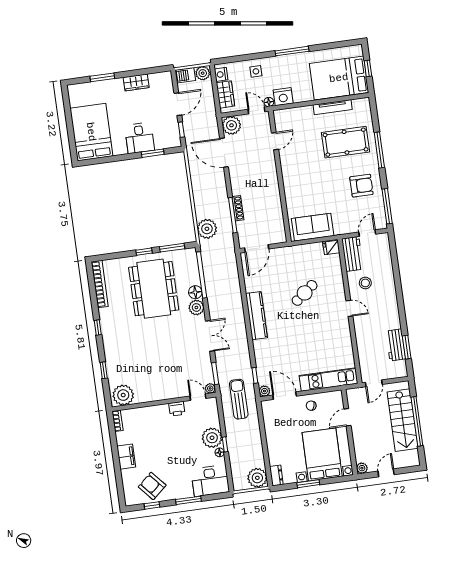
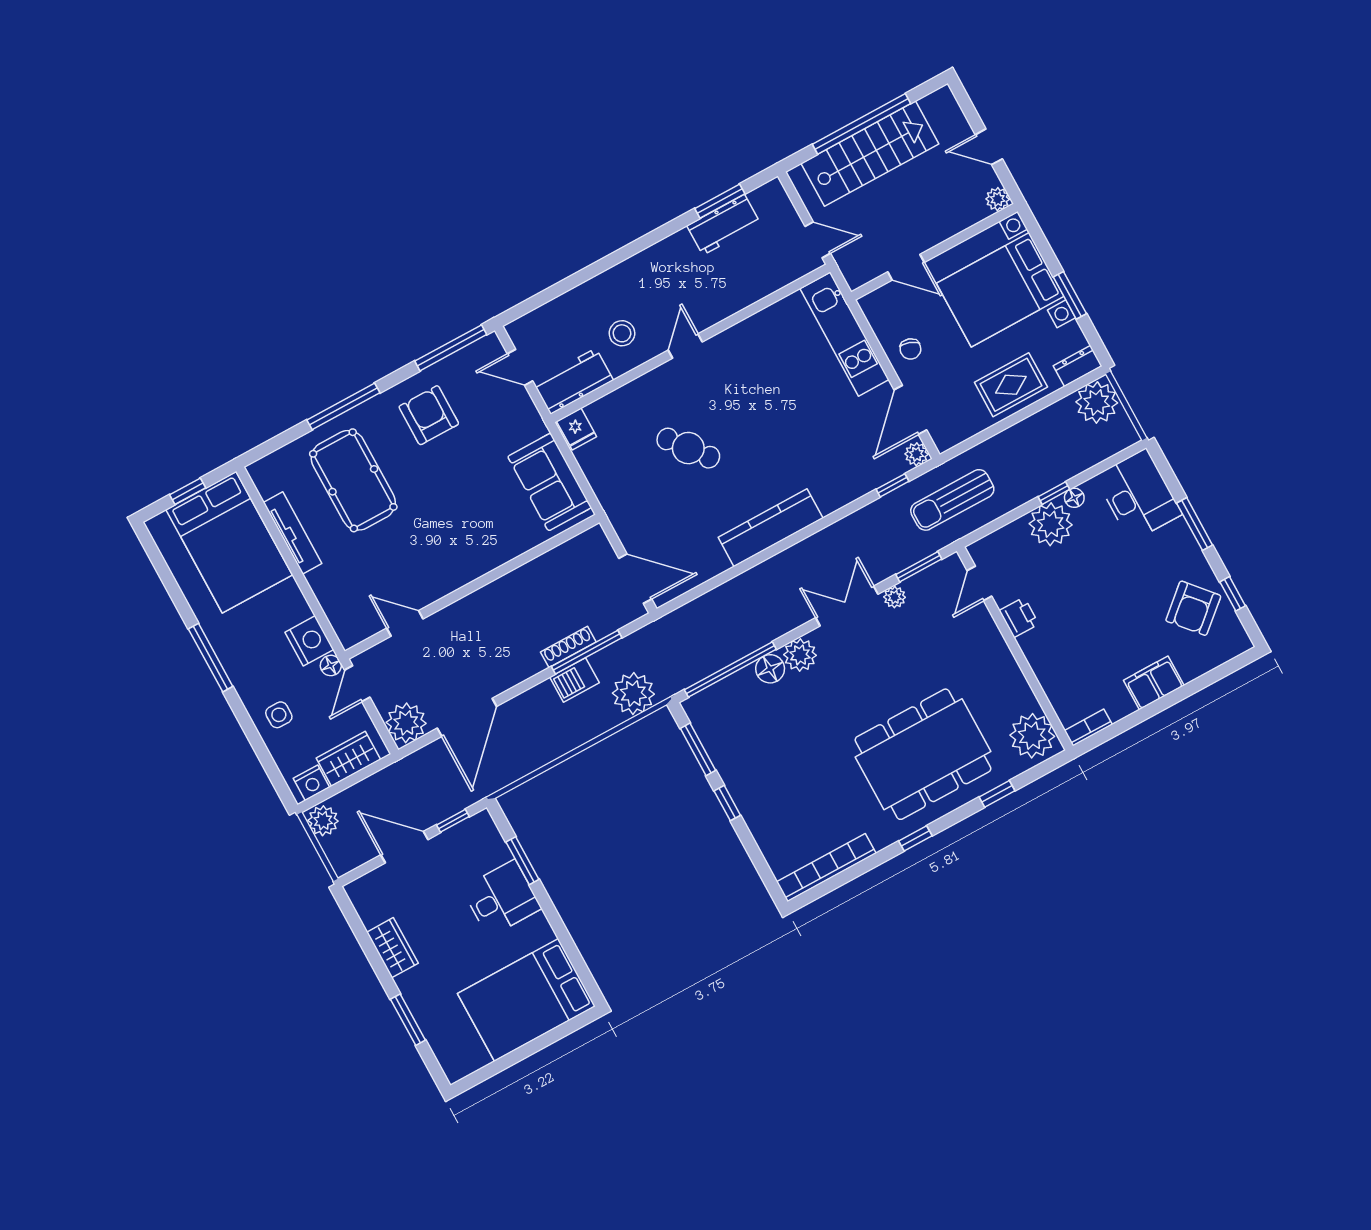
barbecue: (185, 75) -> (574, 680), moved, turned 90
dining table: (154, 289) -> (923, 754), moved
plant: (210, 388) -> (895, 597), moved
rug: (279, 443) -> (1011, 385), added

